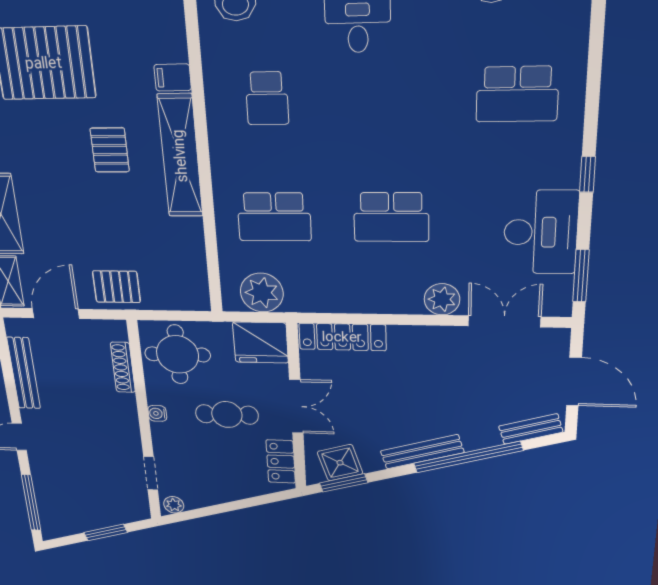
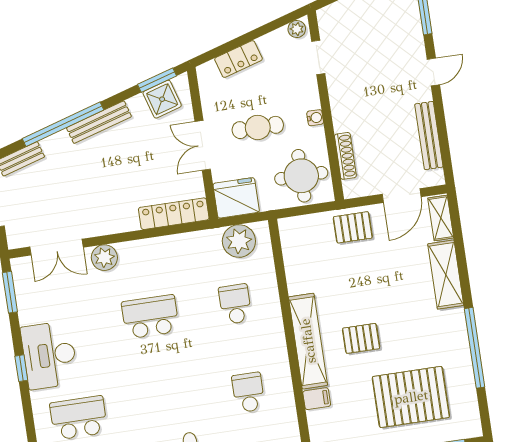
pallet: (110, 150) -> (361, 338), turned 90
school desk: (274, 217) -> (235, 304), width x0.54
desk: (541, 232) -> (49, 355), moved
locker: (281, 462) -> (239, 59), moved, turned 73

